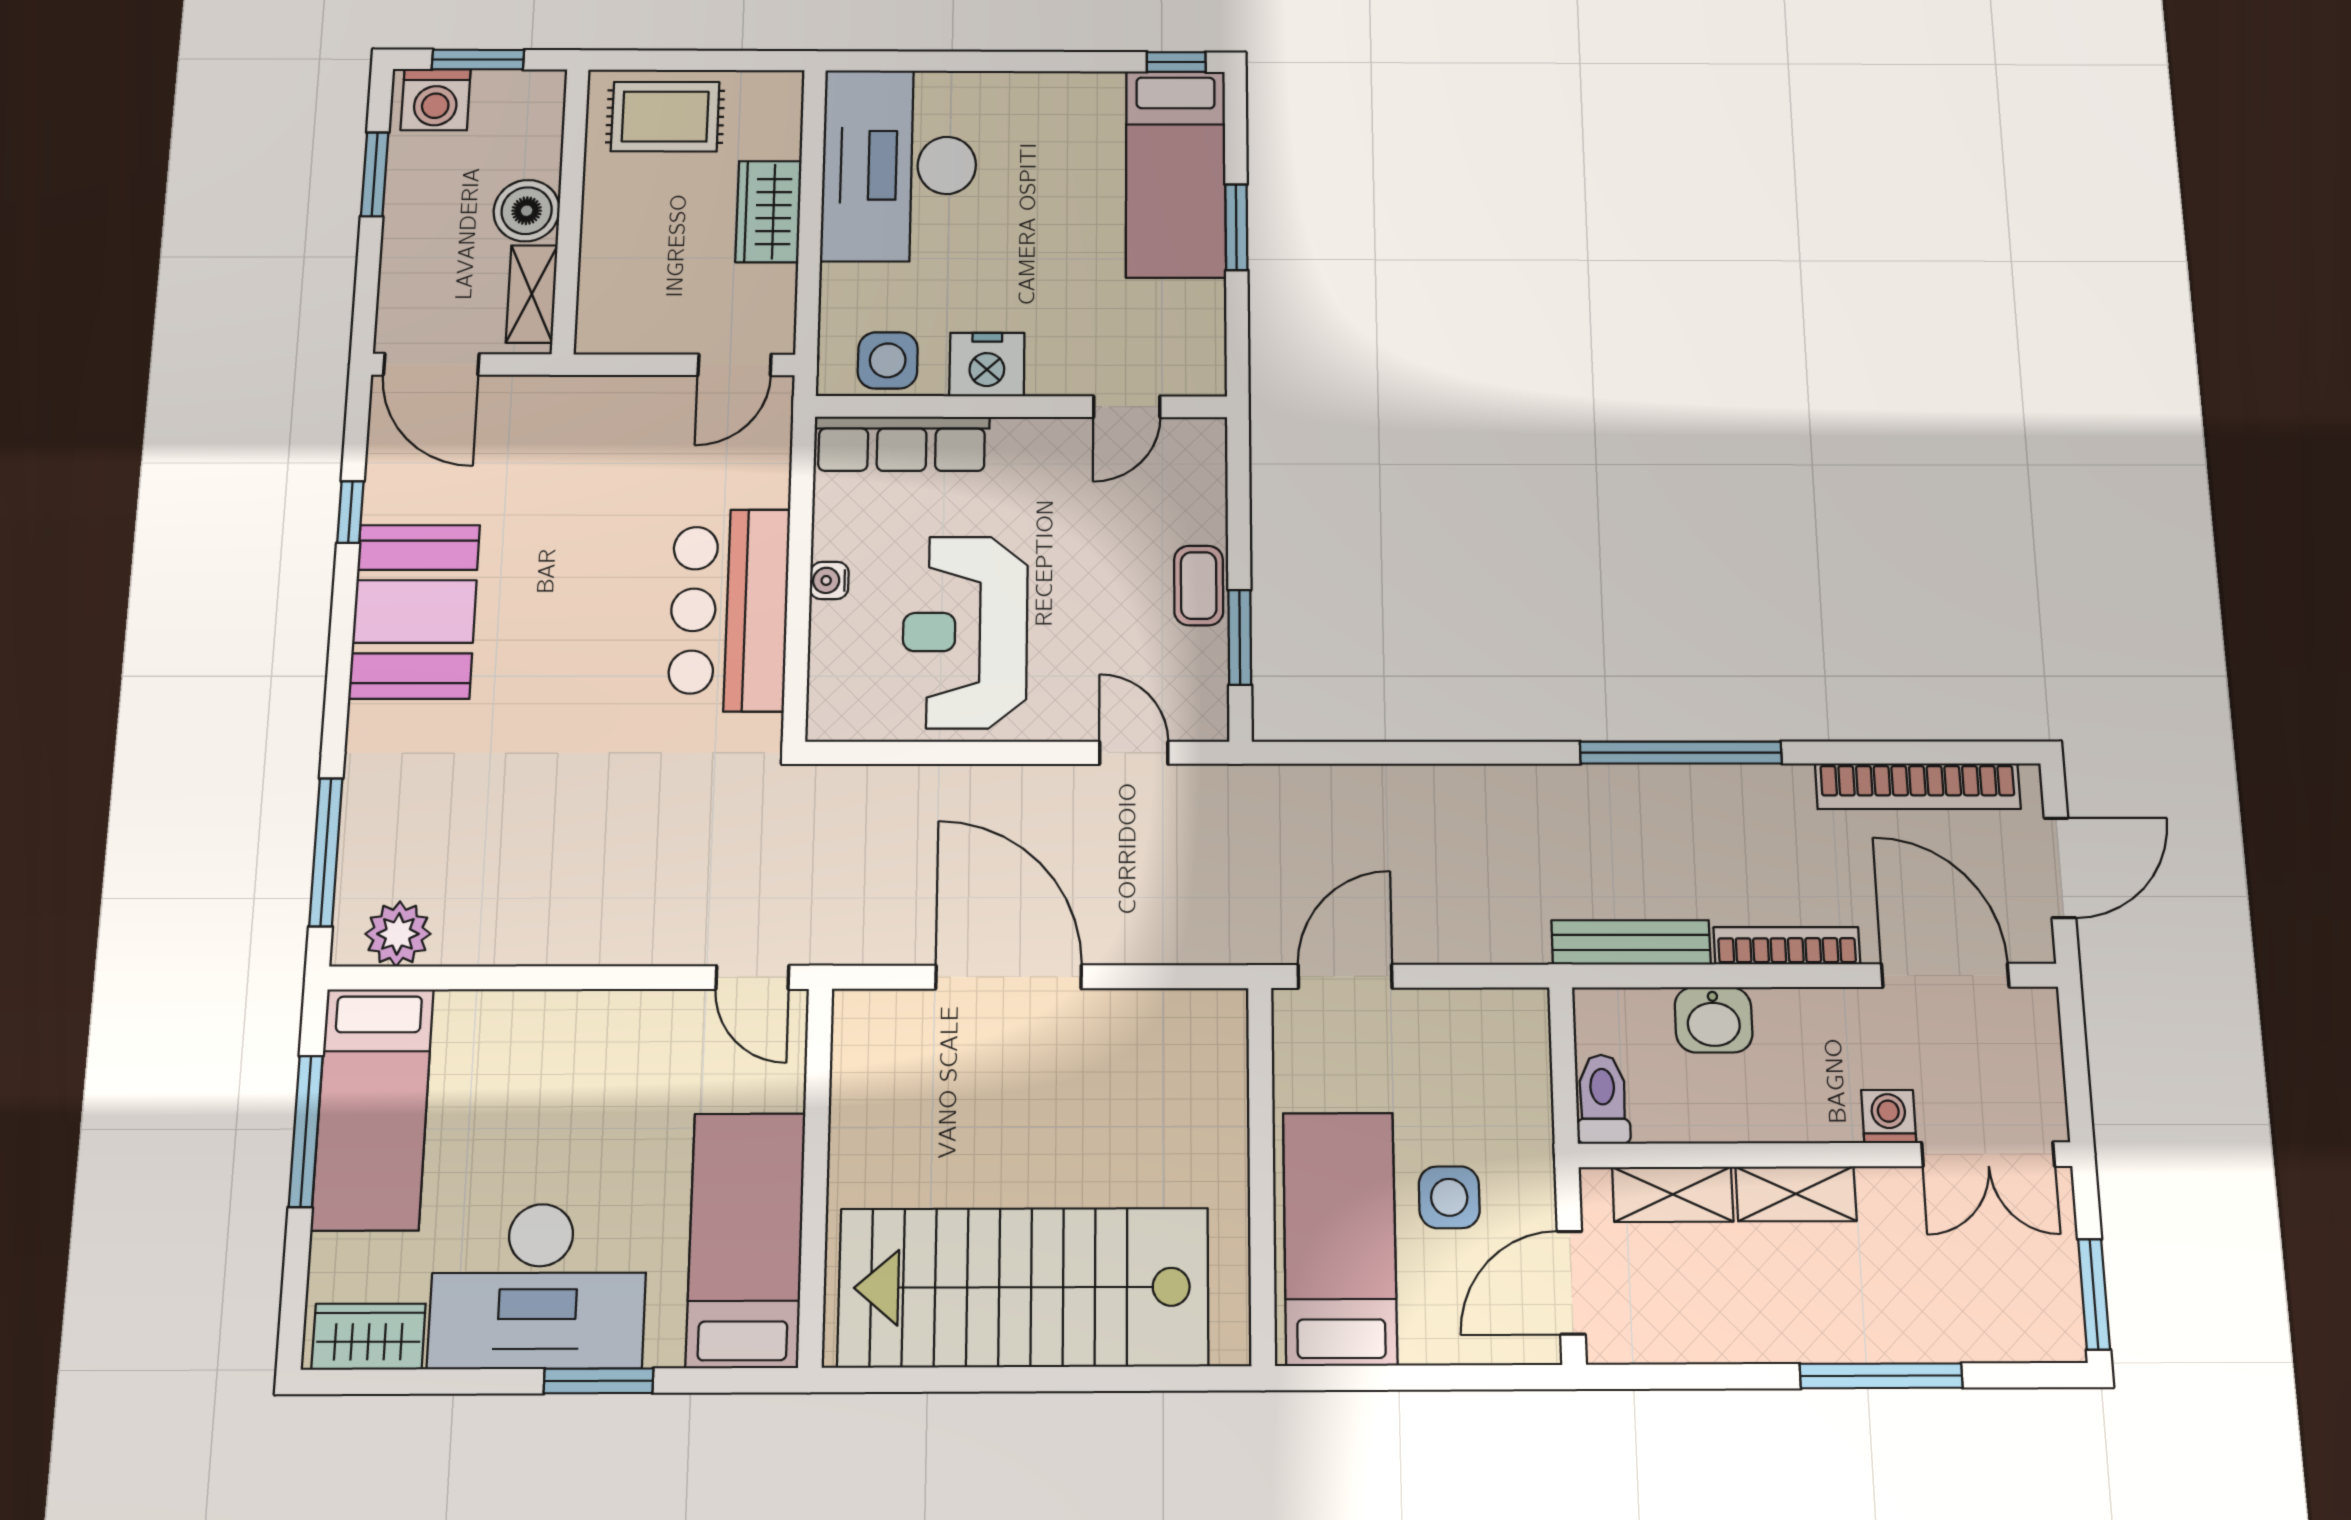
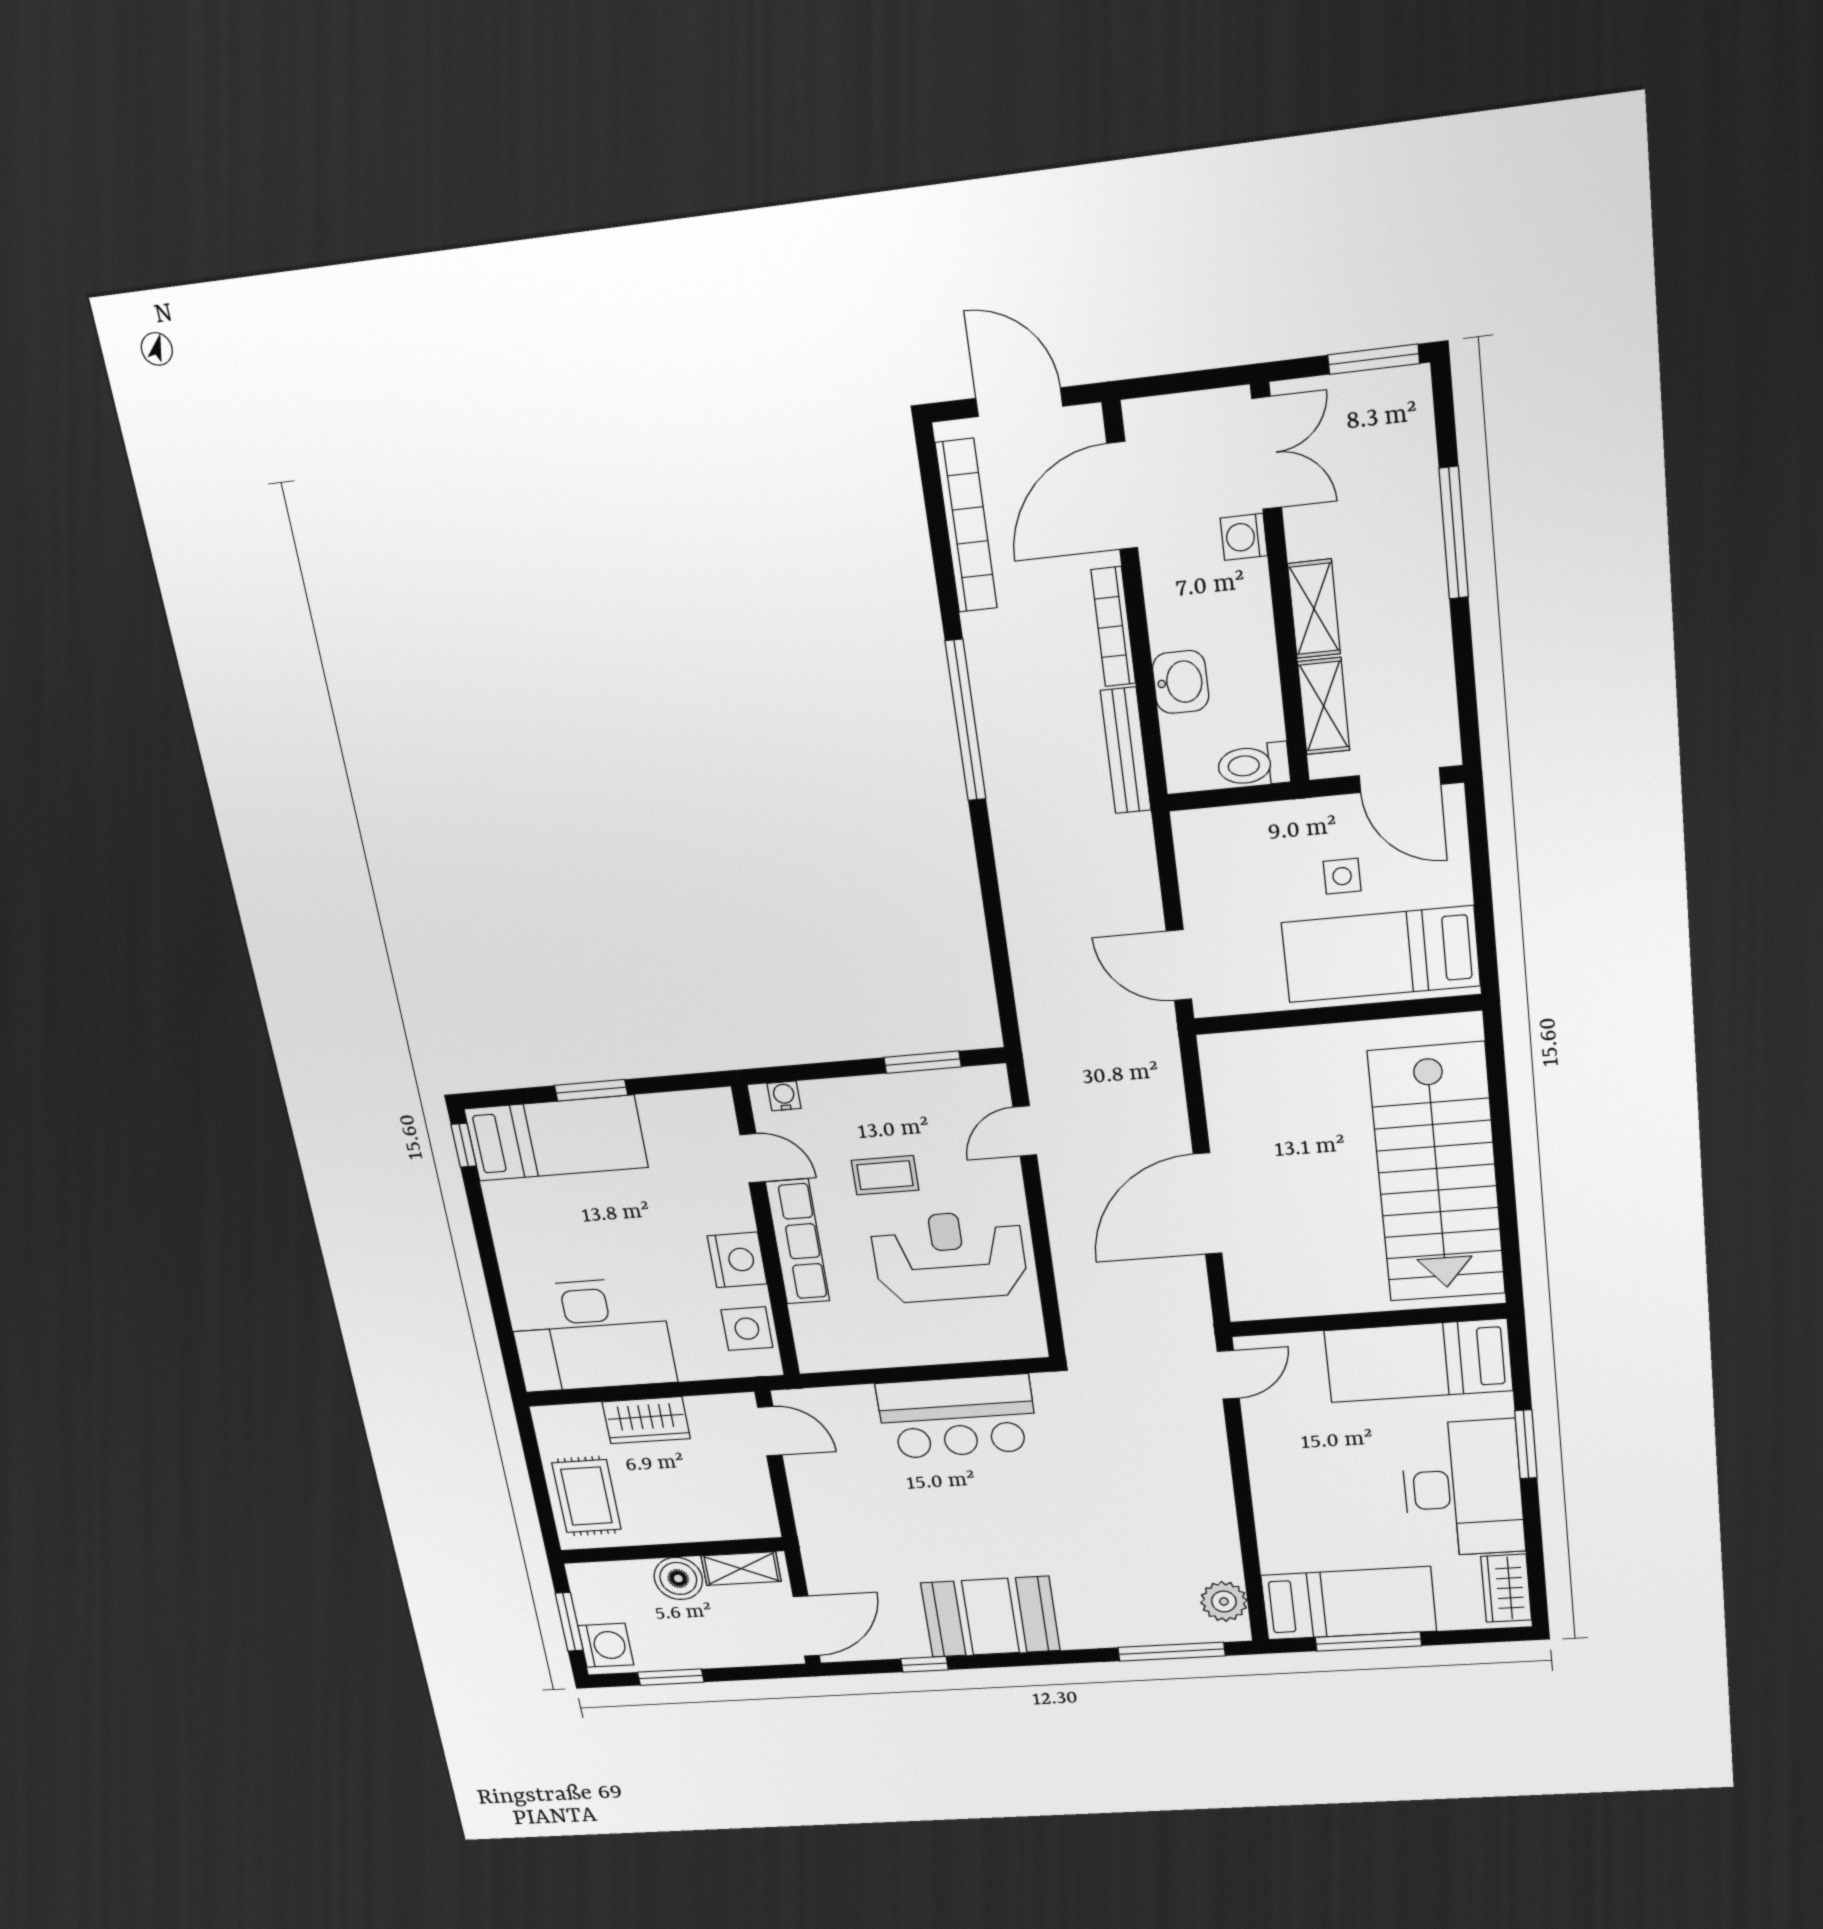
row of seats: (902, 444) -> (798, 1242), moved
water cooler: (829, 580) -> (784, 1096), moved, turned 180
coffee table: (1199, 586) -> (885, 1175), moved
reception desk: (965, 632) -> (949, 1257), turned 180
side table: (1449, 1197) -> (1342, 876), width x0.73, depth x0.73

